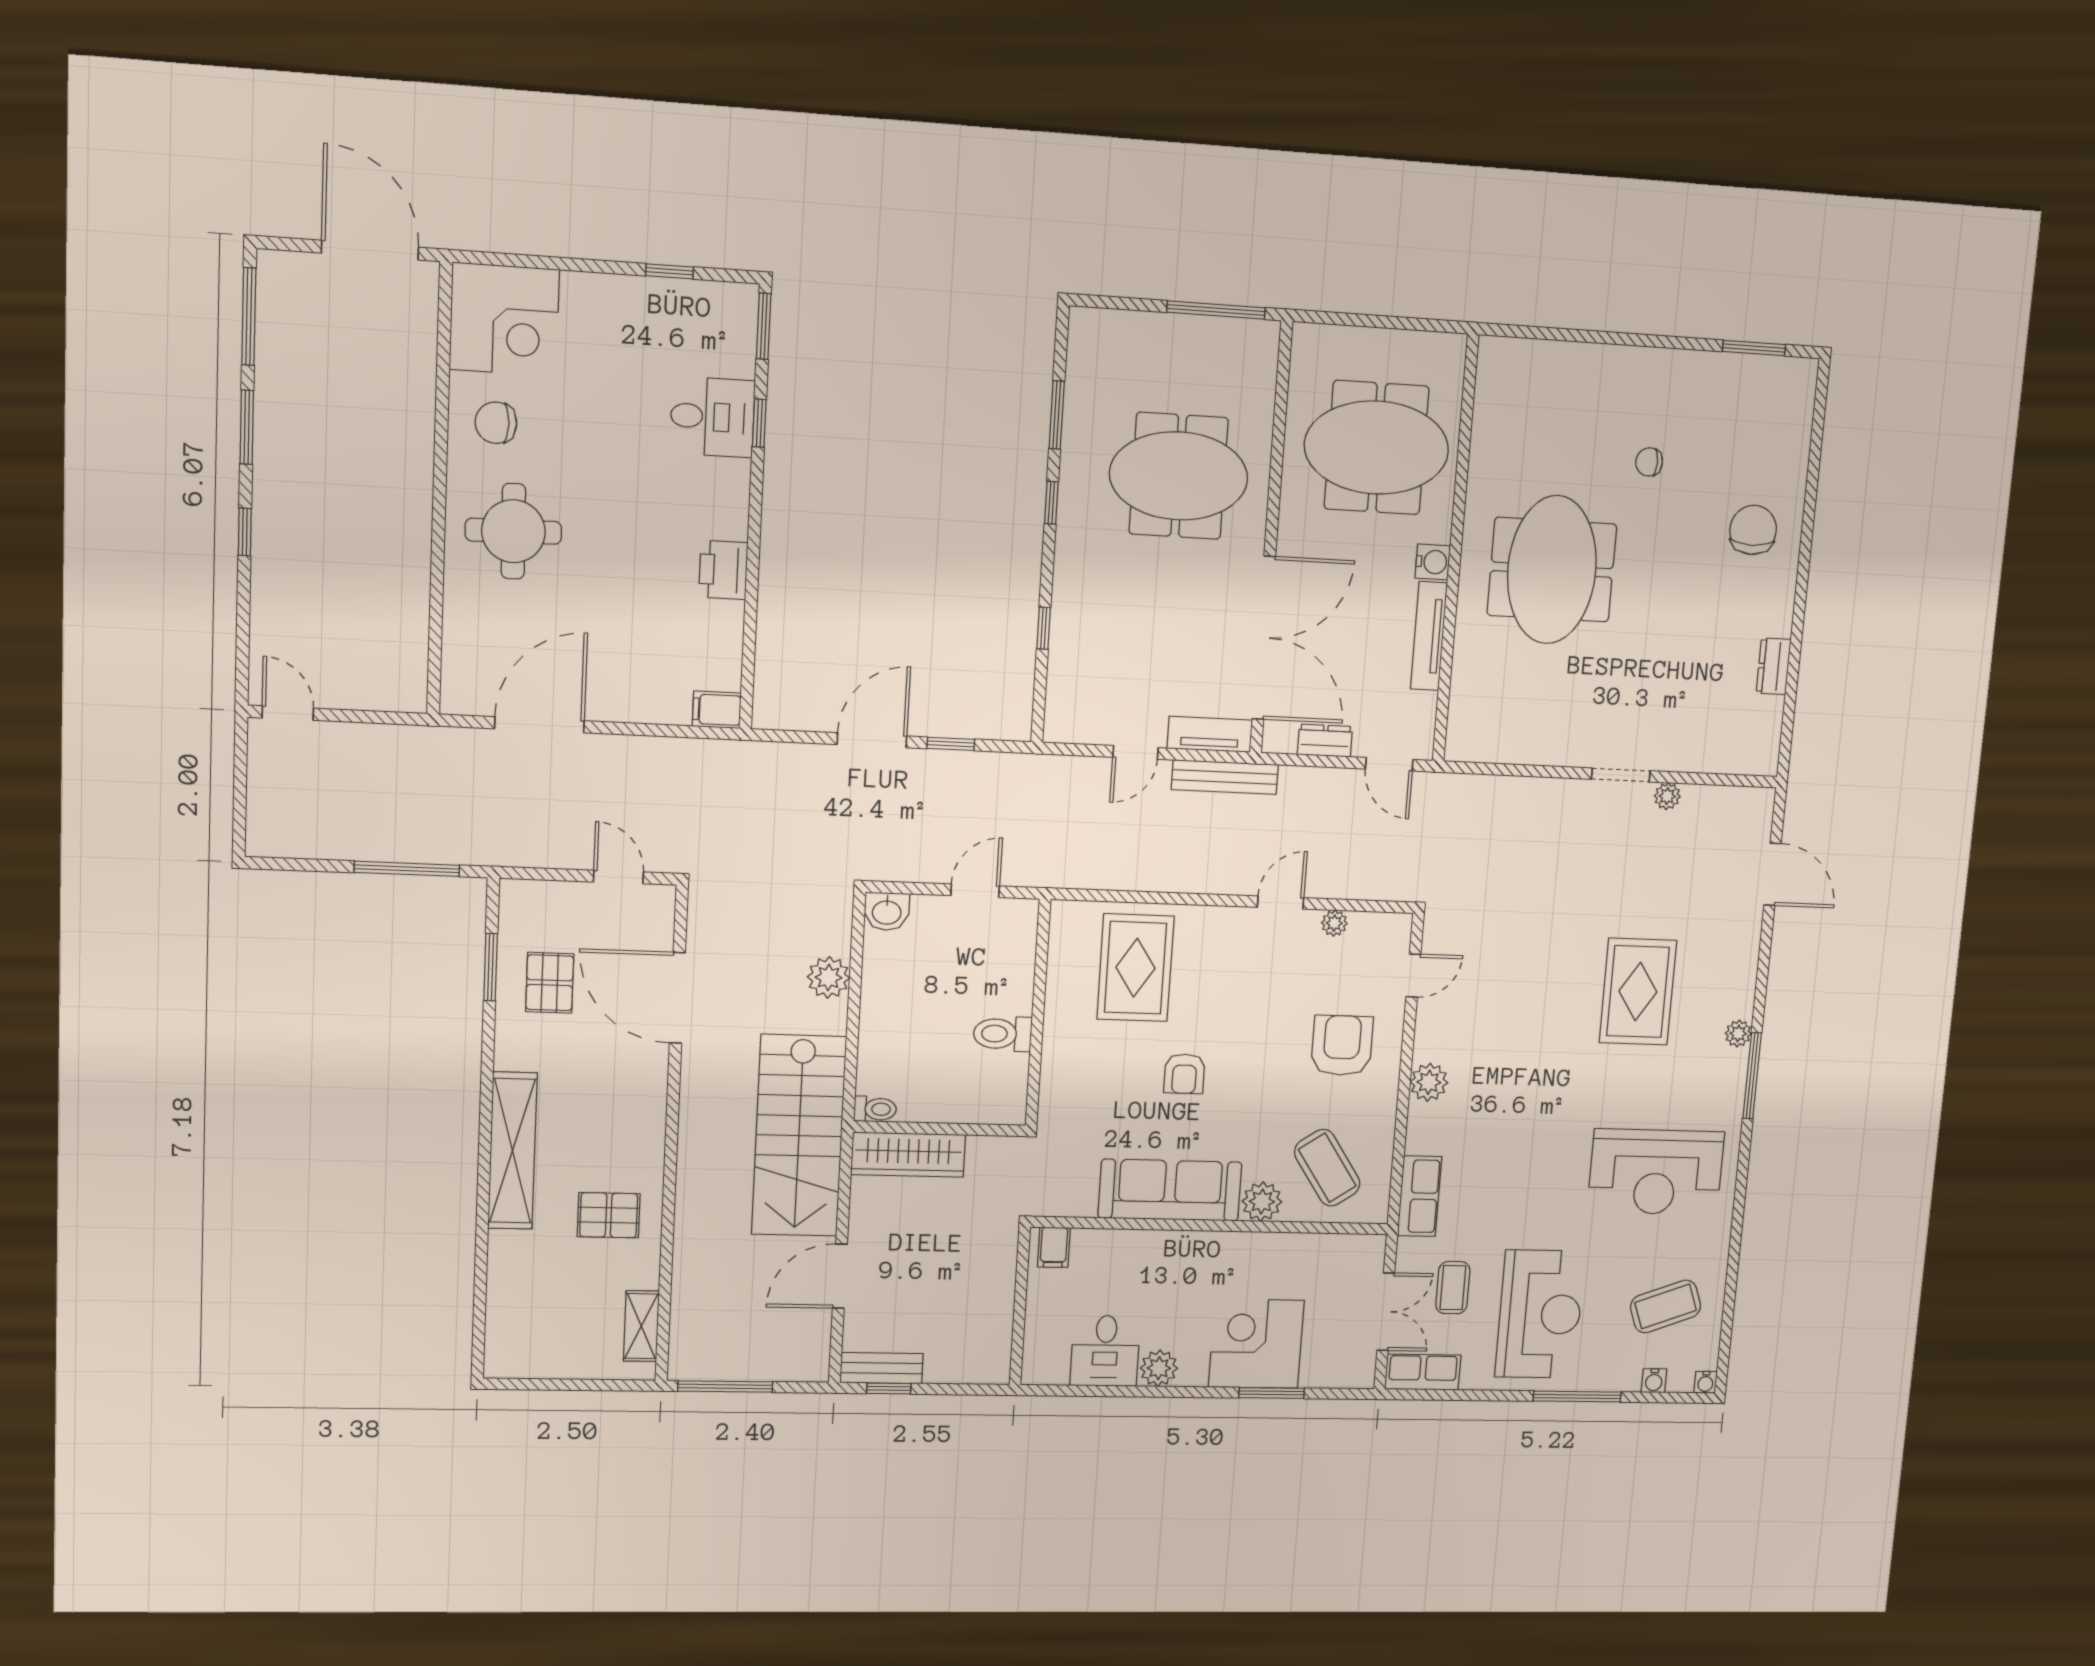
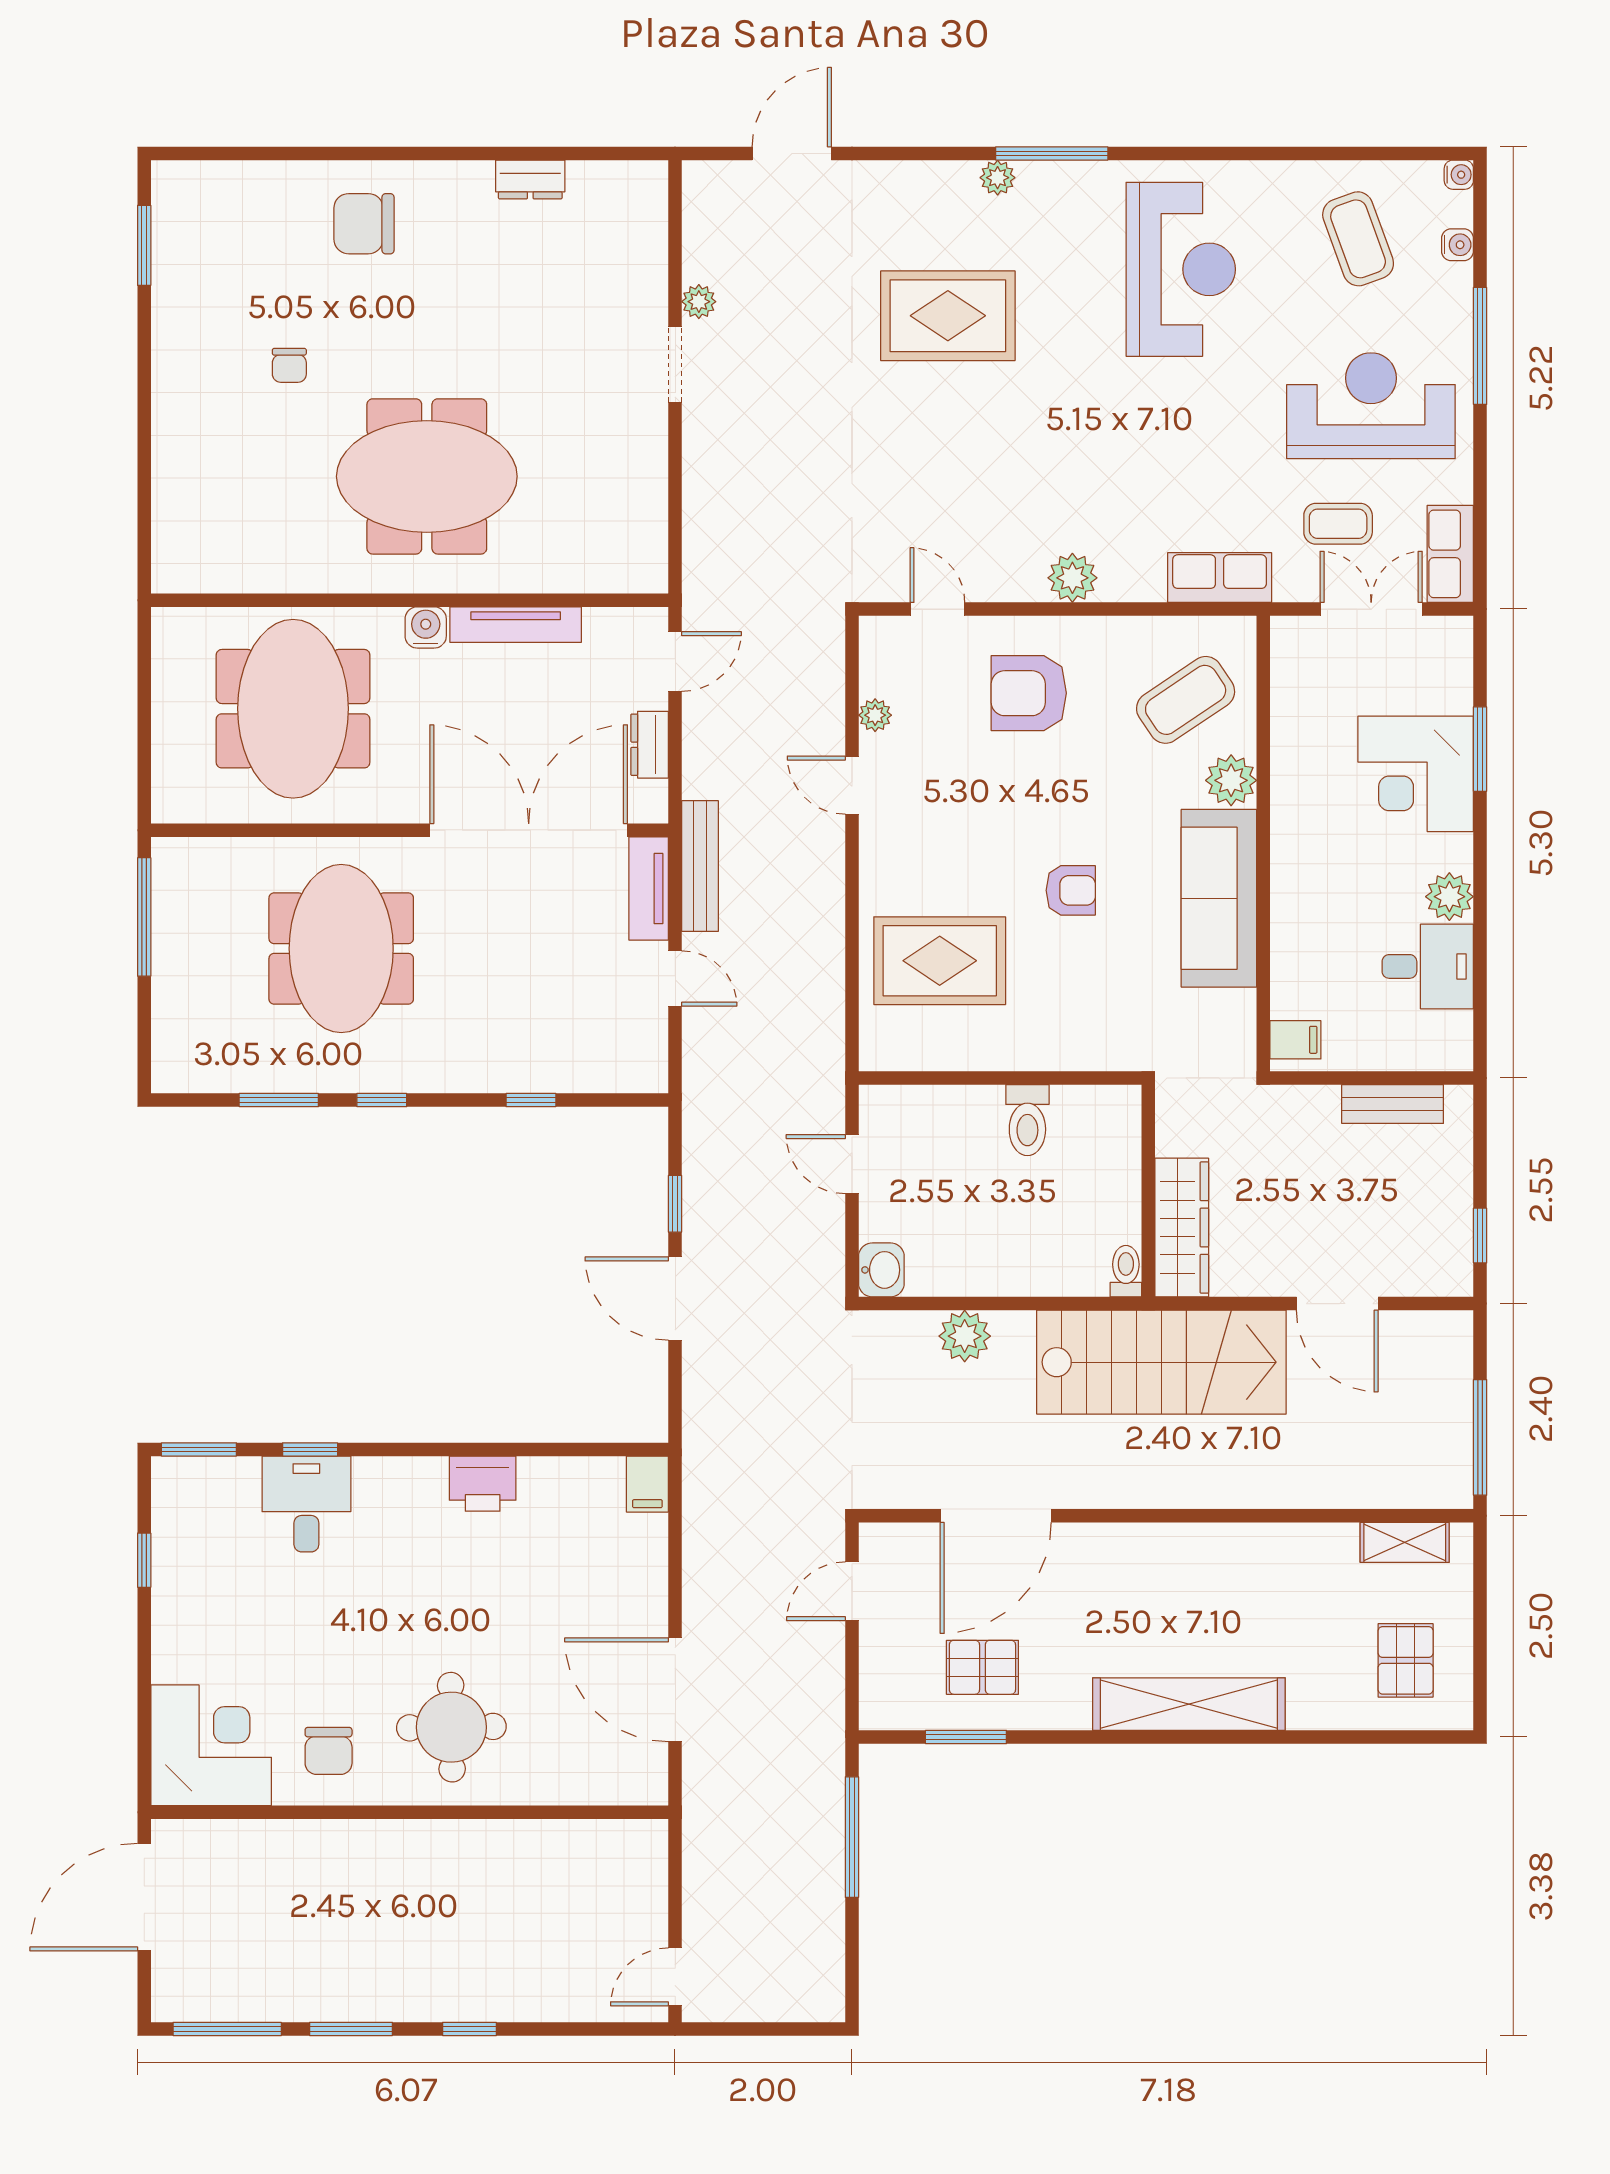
pallet: (609, 1215) -> (1406, 1660), moved
bench: (881, 1368) -> (1393, 1104), moved, turned 90

